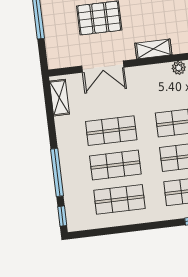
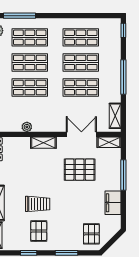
shelving: (63, 60) -> (109, 142), added
window: (57, 172) -> (123, 77), moved

